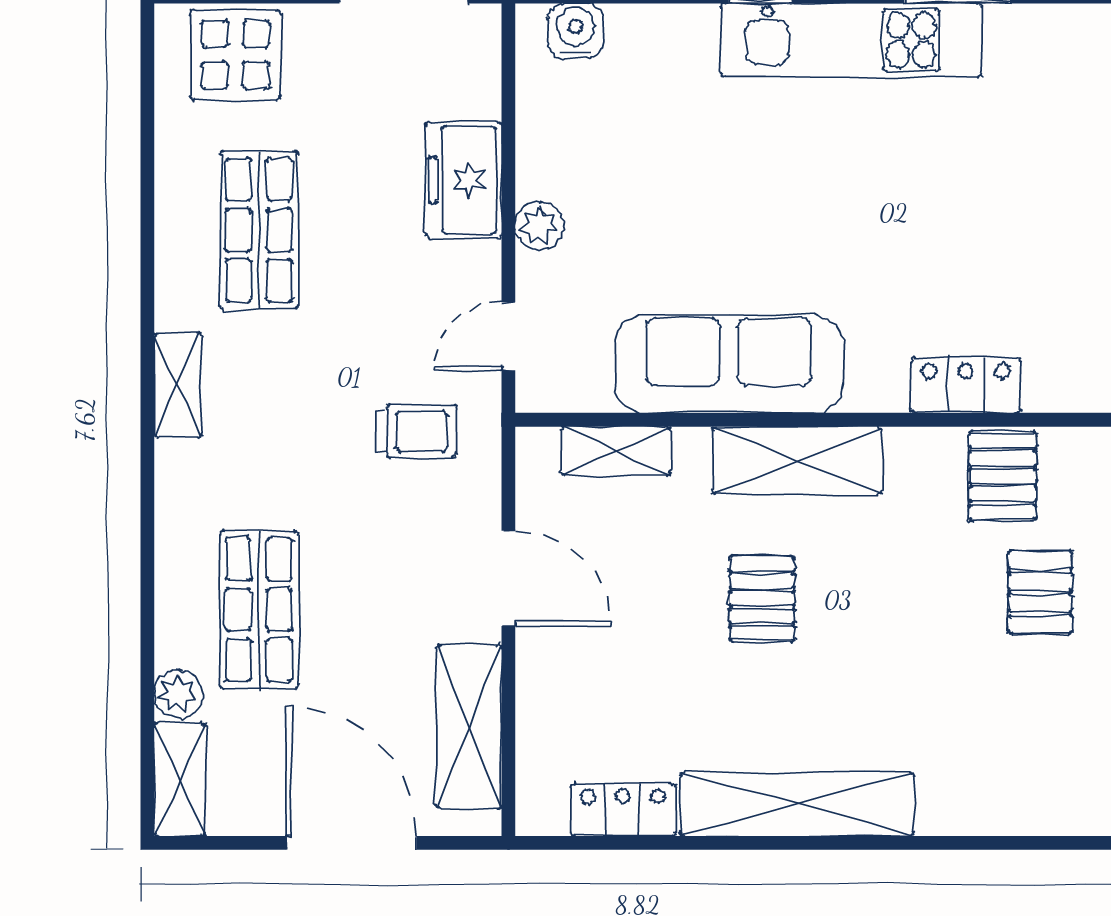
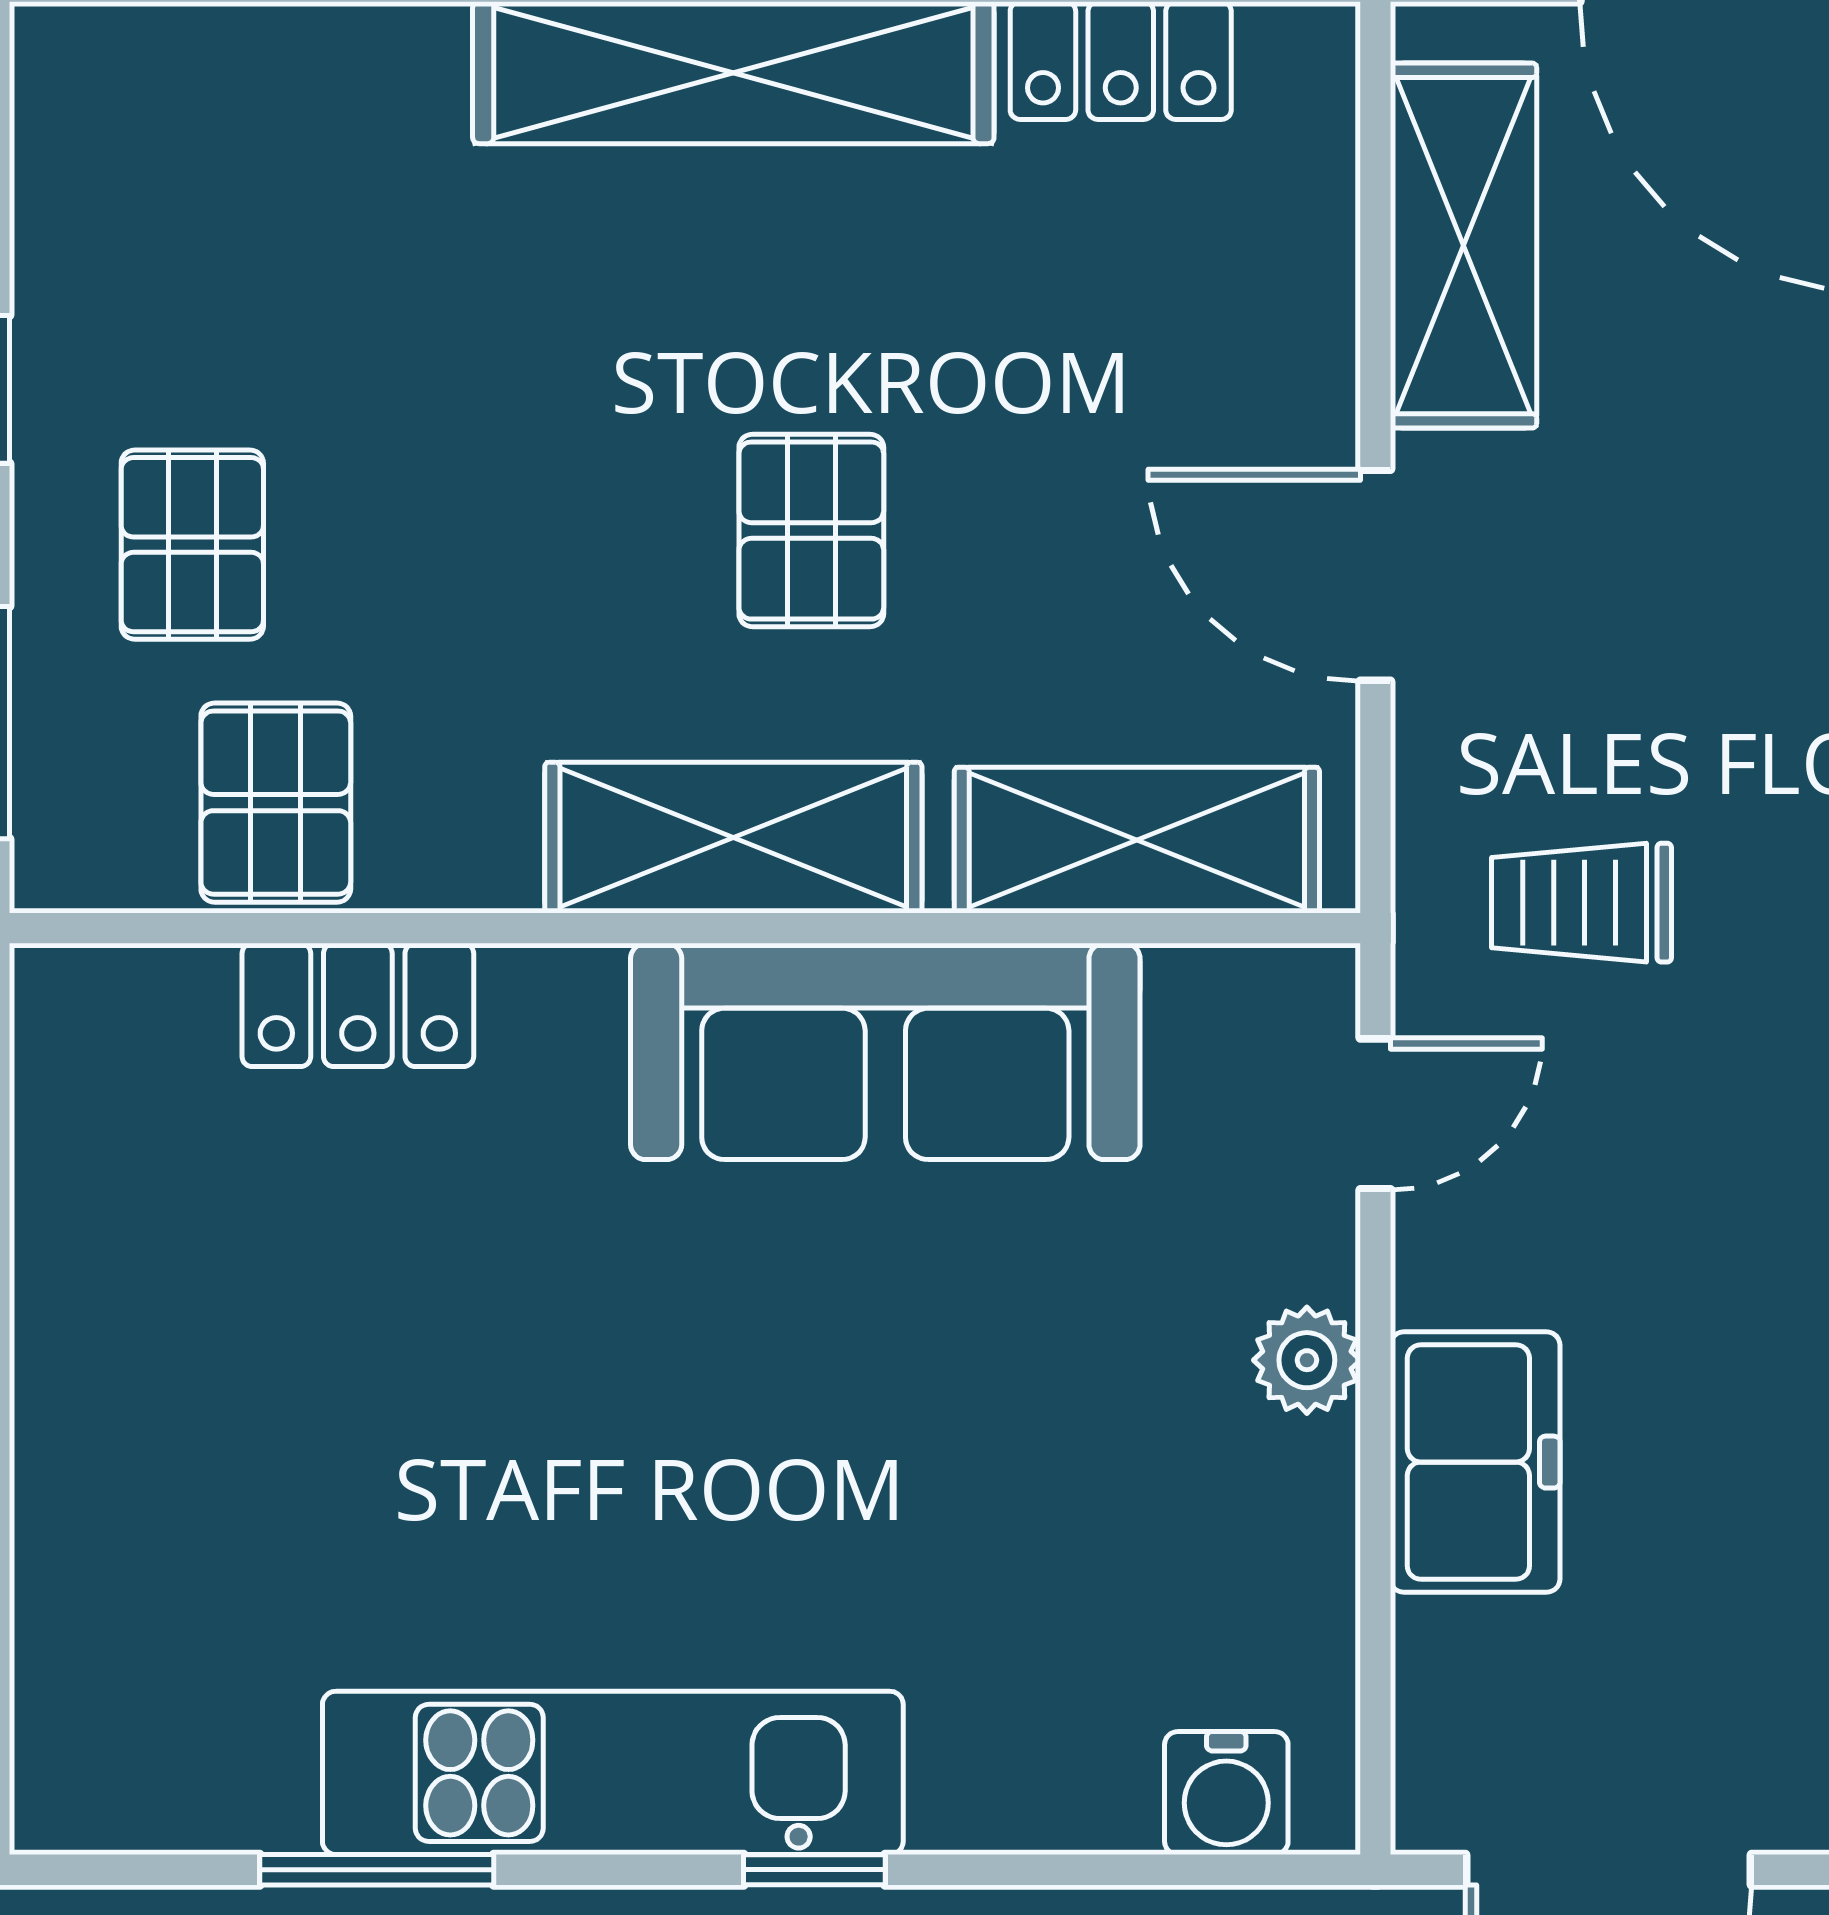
shelving: (616, 451) -> (1137, 840), width x1.50, depth x1.33

